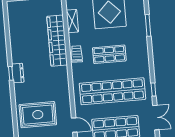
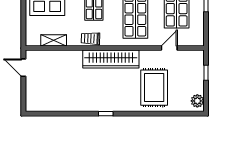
wardrobe: (57, 41) -> (111, 59), moved
dresser: (18, 73) -> (106, 106), removed

